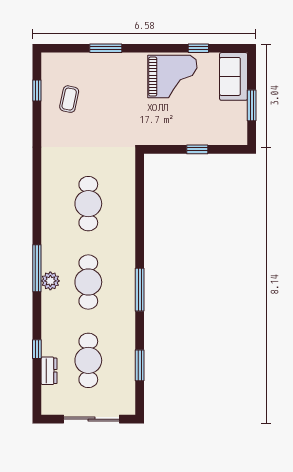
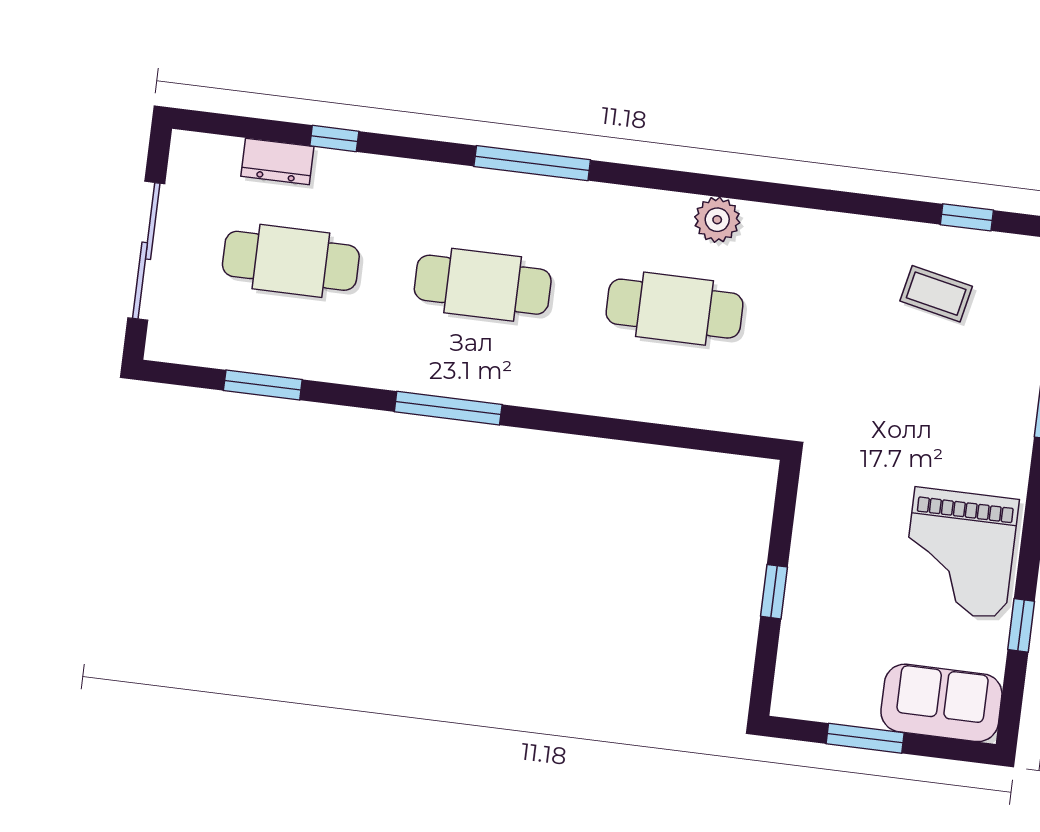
plant: (50, 281) -> (717, 220), moved

